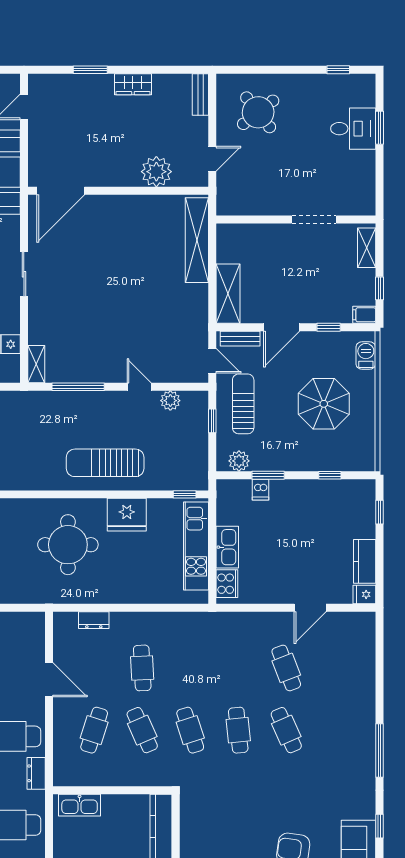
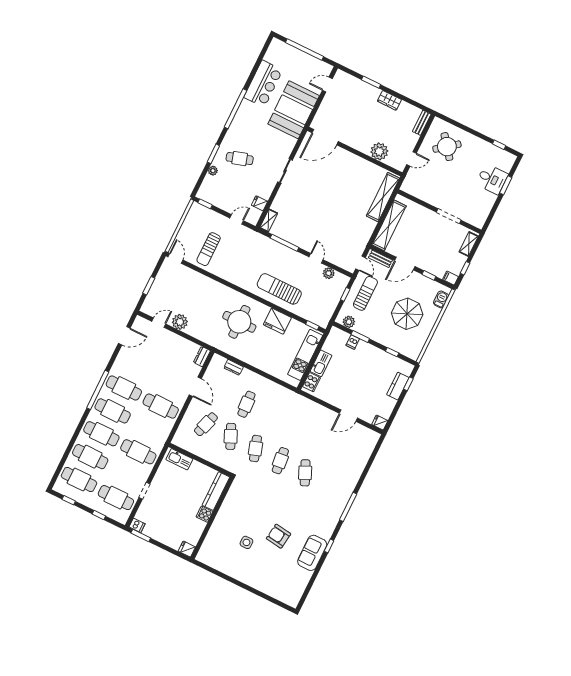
shelving: (228, 294) -> (389, 225), width x1.47
kitchen counter: (365, 561) -> (398, 386), moved
cafe table: (286, 668) -> (321, 441), removed
dresser: (36, 773) -> (202, 357), moved

